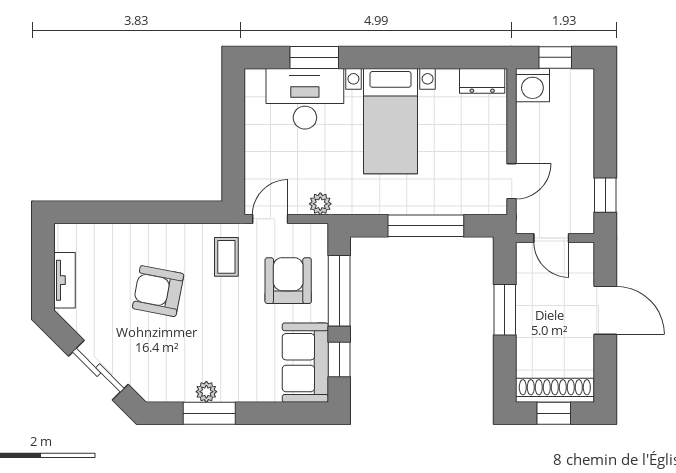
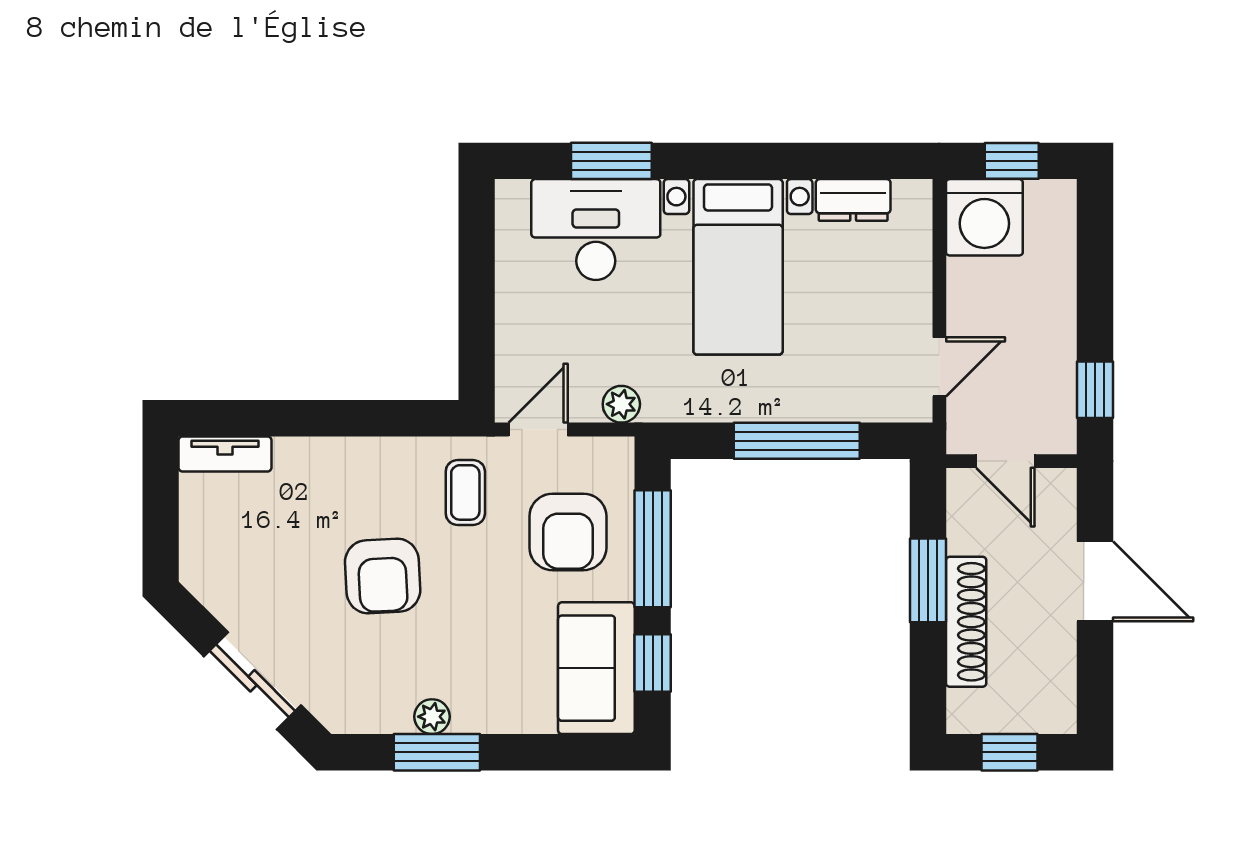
dresser: (482, 81) -> (853, 200), moved
washing machine: (532, 85) -> (984, 217), width x1.37, depth x1.37
tv unit: (65, 280) -> (225, 454), moved, turned 90
armchair: (288, 281) -> (568, 532), turned 180
armchair: (158, 291) -> (383, 576), moved, turned -104
shoe rack: (555, 390) -> (966, 622), moved, turned 90

